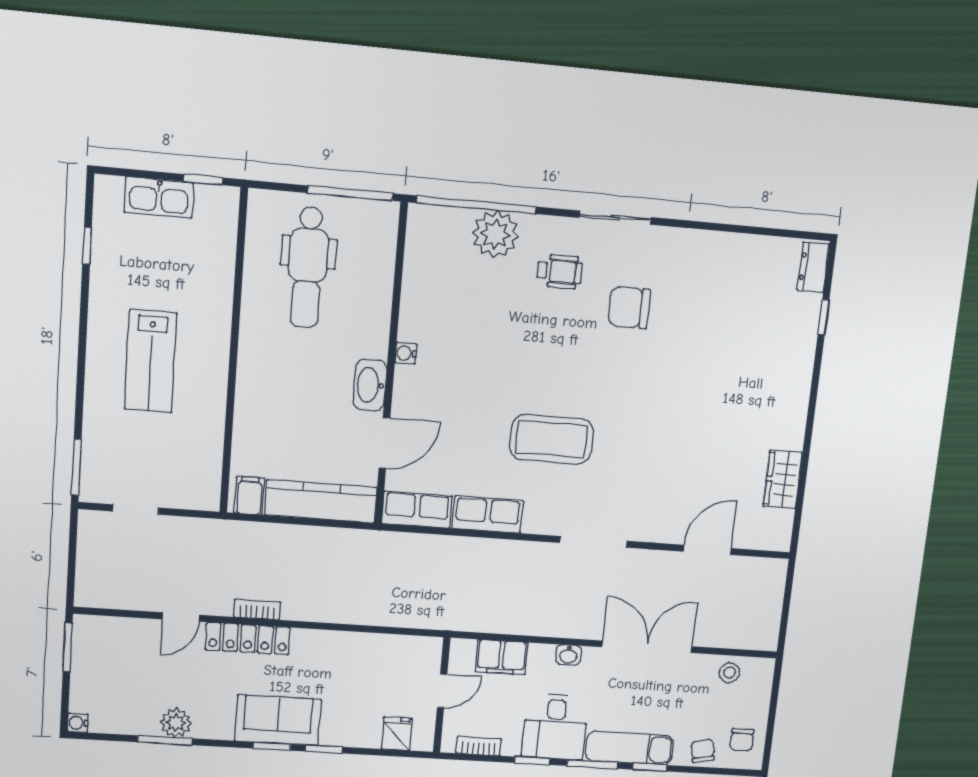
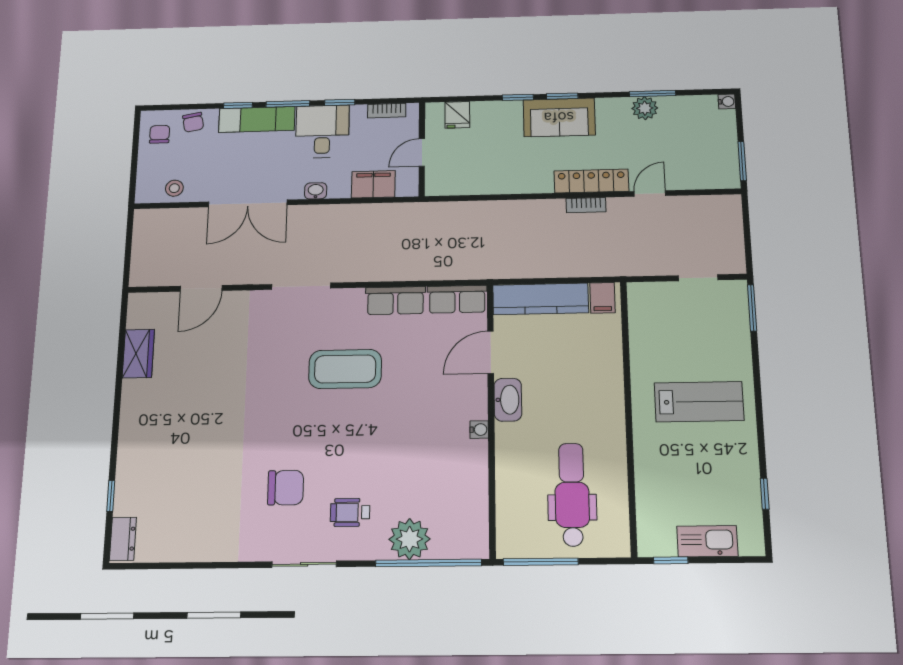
lab bench: (151, 361) -> (699, 402), turned 90

